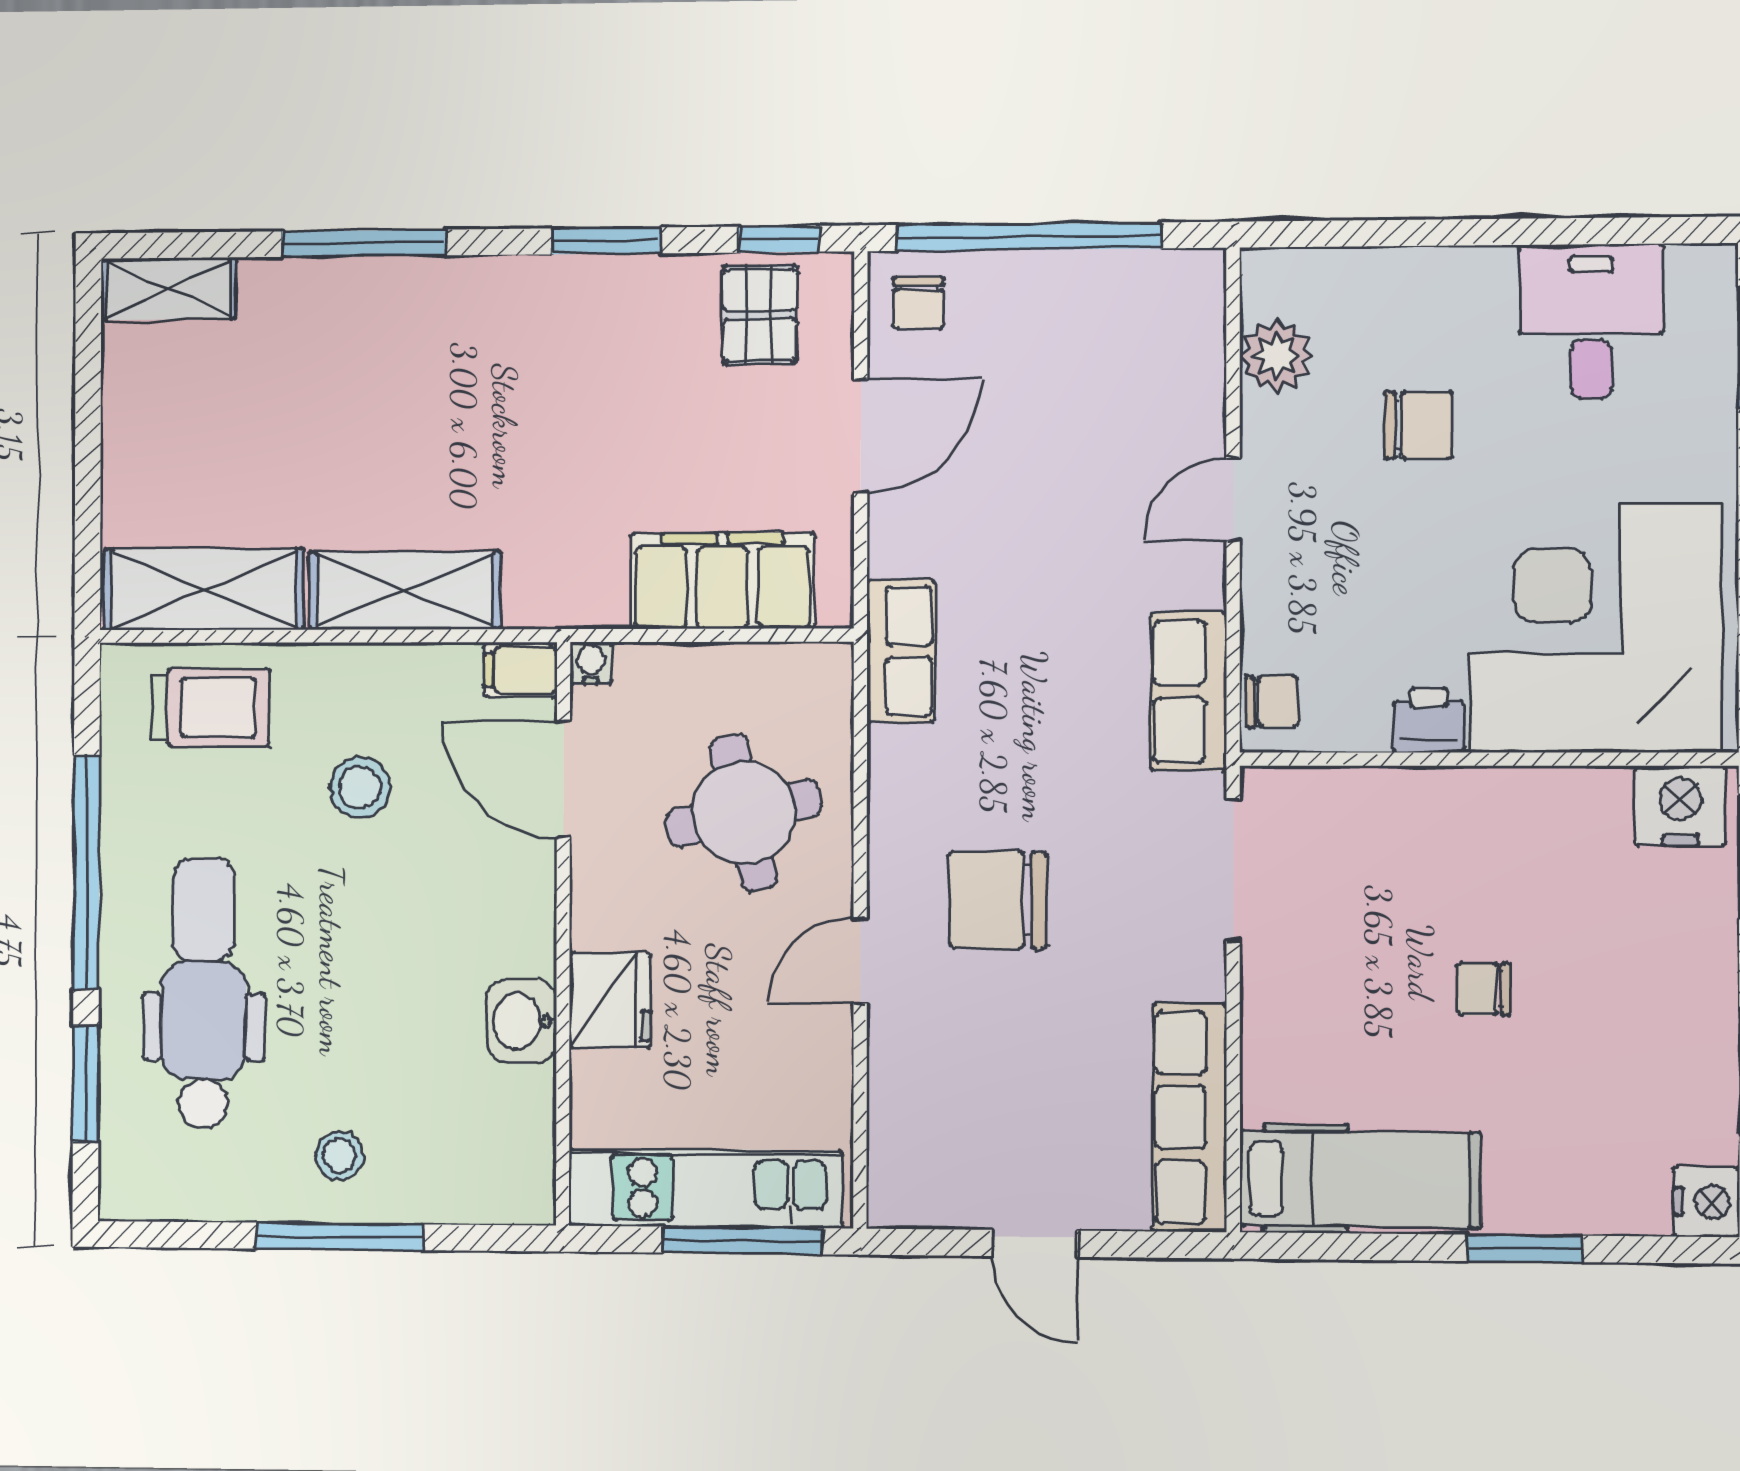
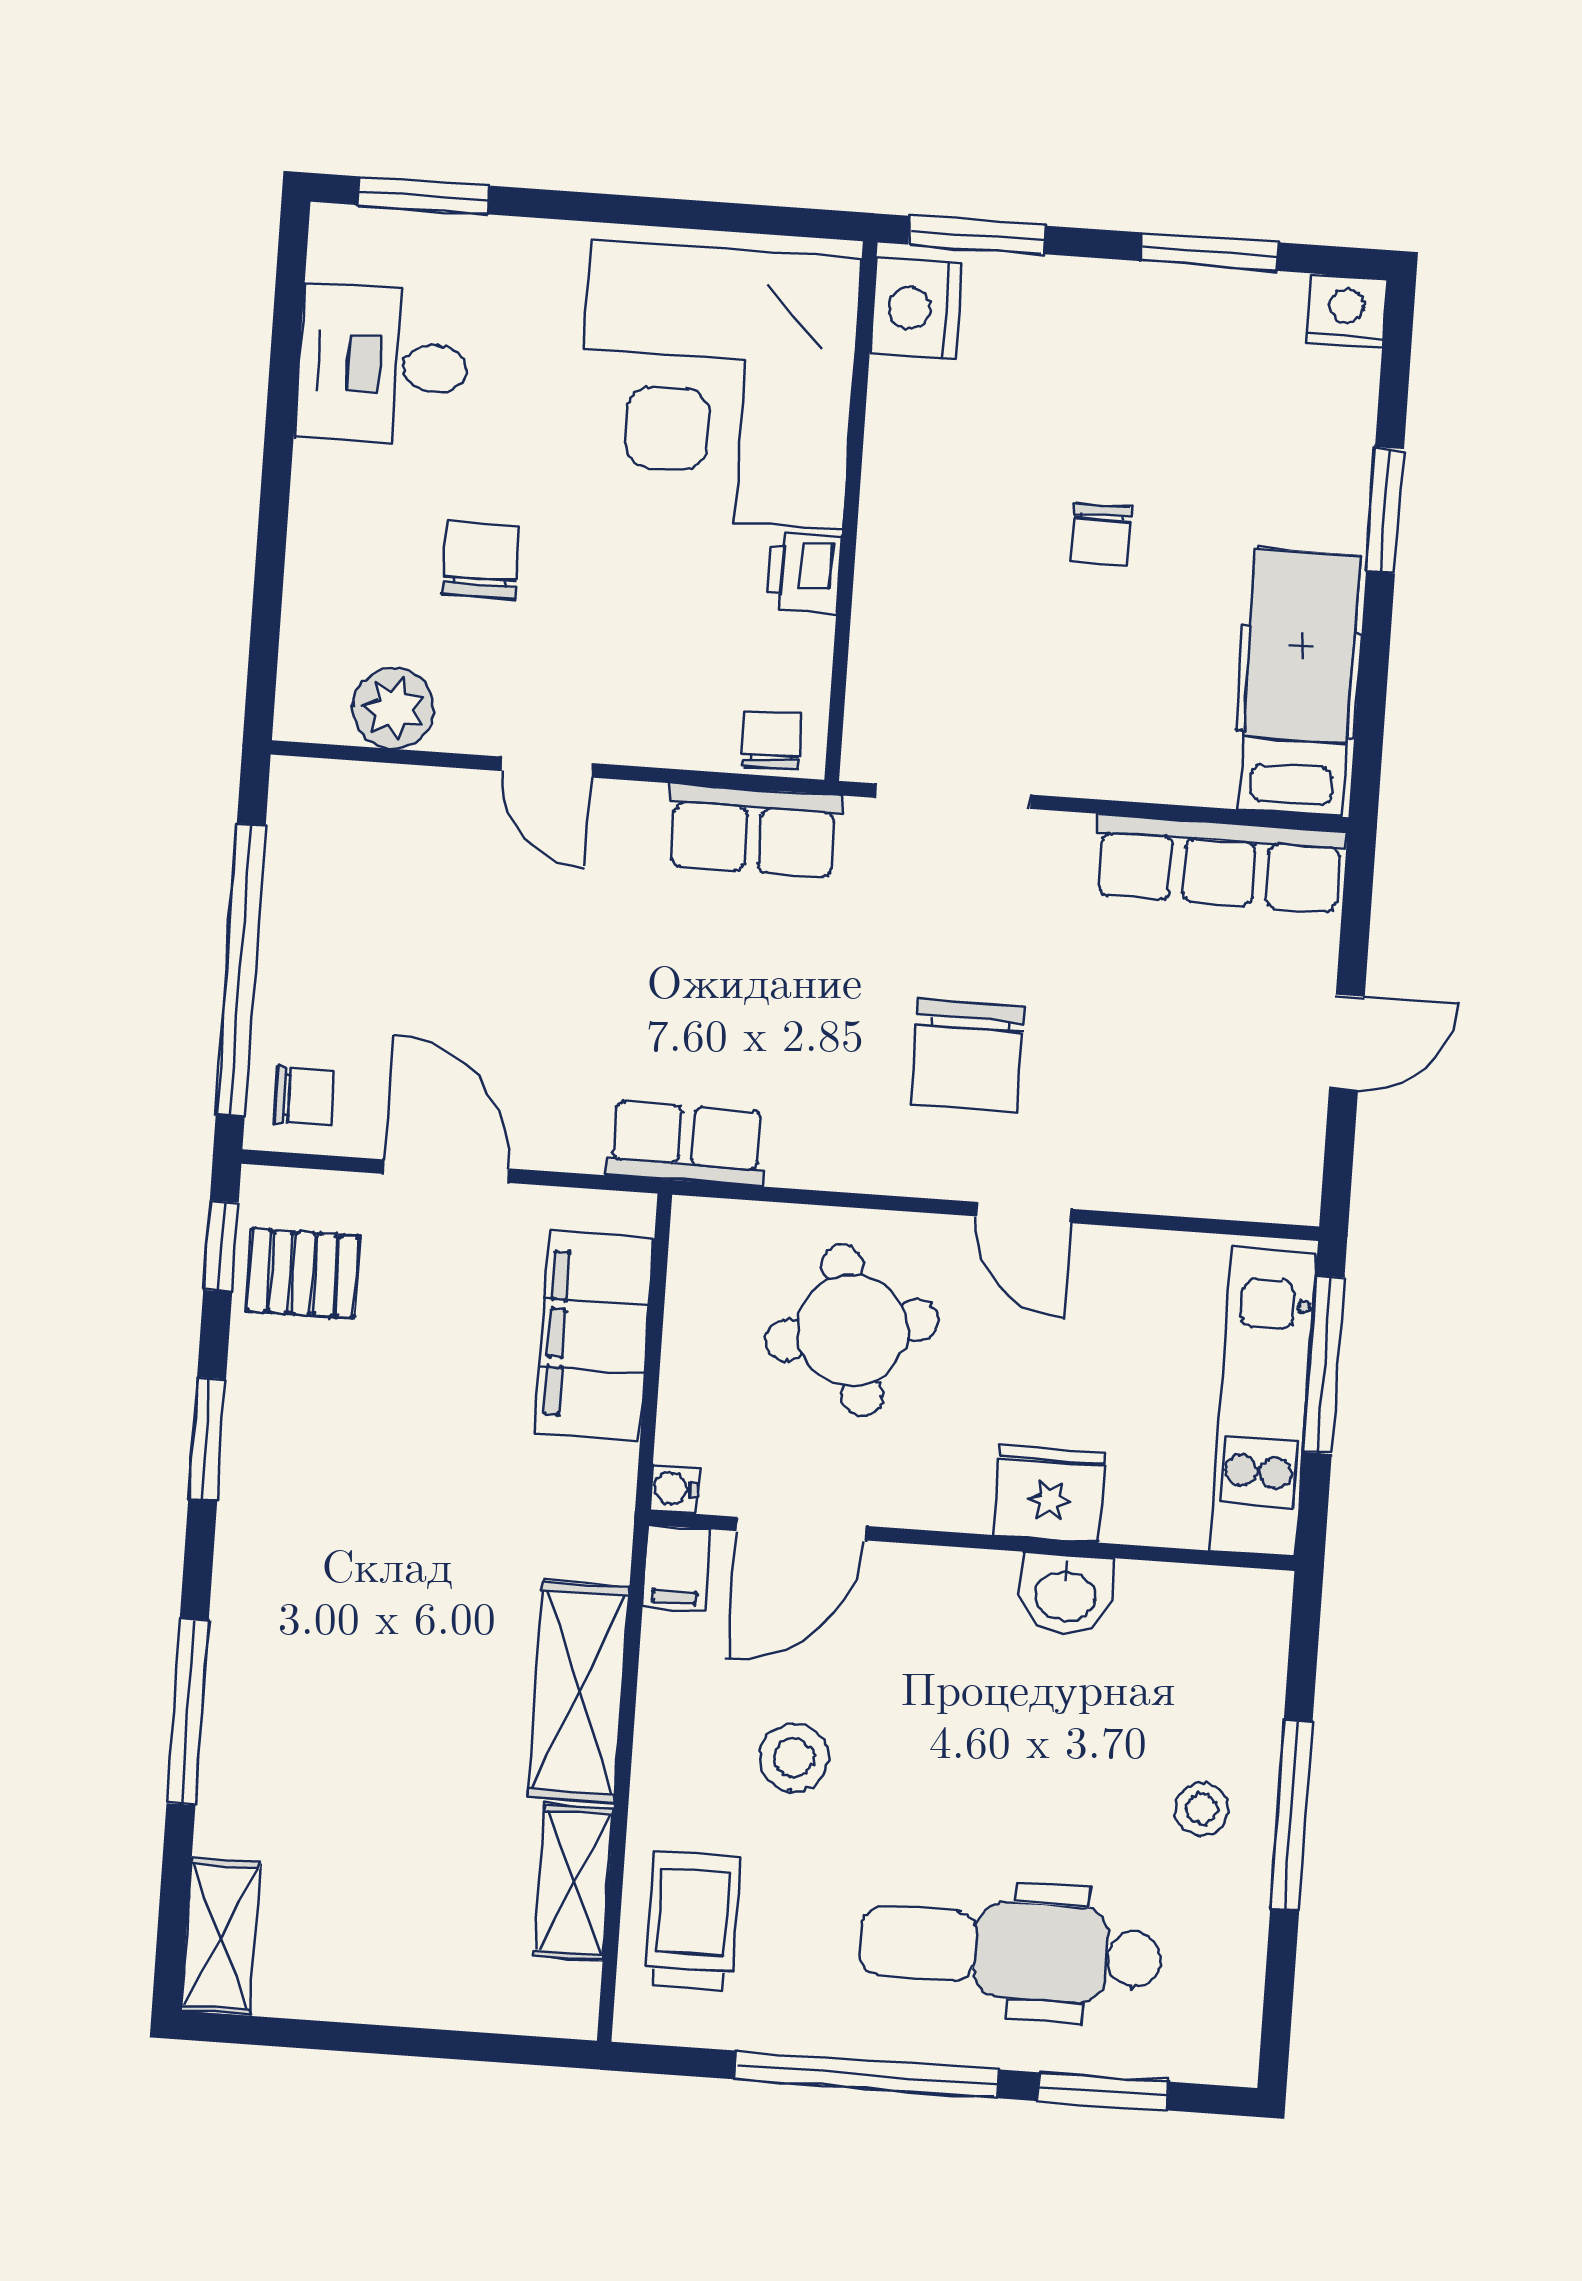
shelving: (204, 589) -> (574, 1882), width x0.67, depth x0.75

